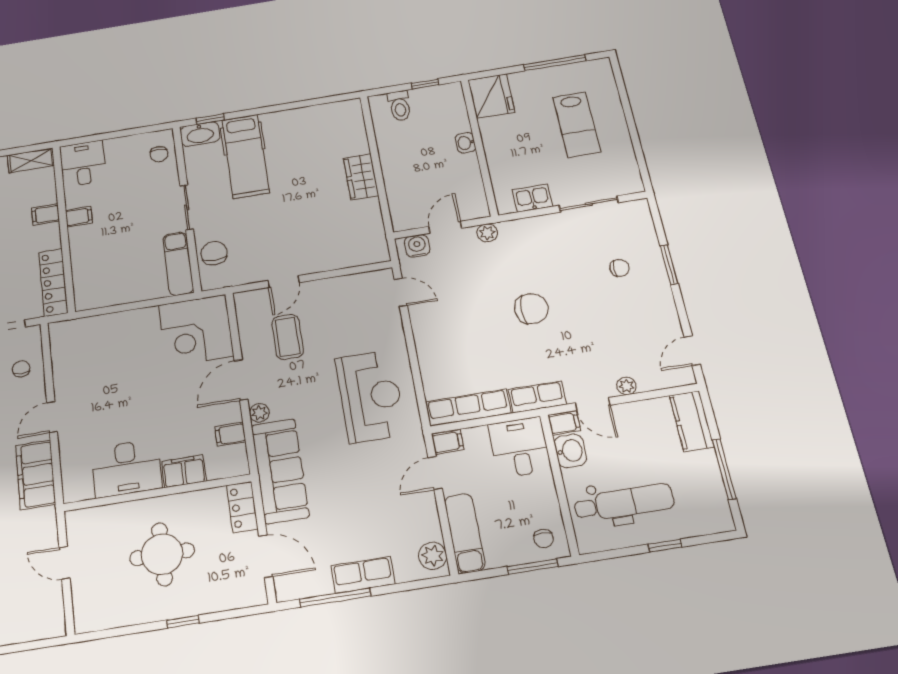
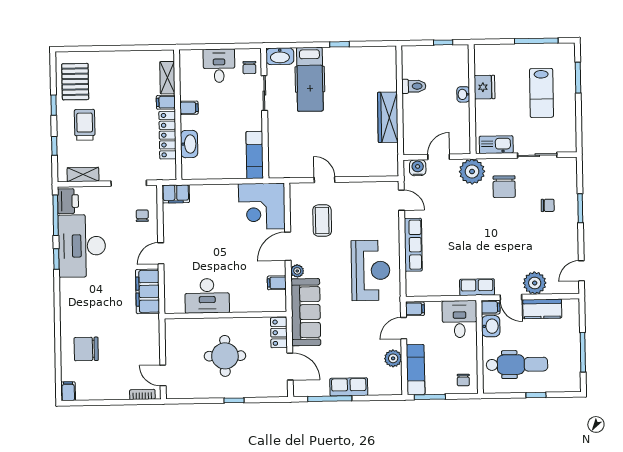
fridge: (491, 96) -> (484, 87), moved, width x0.73, depth x0.75
window: (624, 98) -> (578, 78), added
toilet: (400, 106) -> (414, 86), moved, turned -90
window: (210, 119) -> (340, 44), moved
shelving: (31, 160) -> (167, 78), moved, turned 90
desk: (83, 164) -> (219, 66), moved
wardrobe: (361, 177) -> (388, 117), width x1.50
kitchen sink: (532, 198) -> (496, 145), width x1.38
sliding door: (187, 207) -> (264, 93), moved
plant: (487, 233) -> (472, 172), width x1.87, depth x1.87
chair: (214, 253) -> (280, 151), removed
washbasin: (83, 263) -> (189, 144), added
door: (284, 282) -> (324, 180), swing flipped
locker: (53, 283) -> (168, 135), moved
chair: (531, 309) -> (504, 187), moved, turned 90
plant: (627, 386) -> (535, 283), width x1.88, depth x1.88
row of seats: (468, 408) -> (413, 245), moved, turned 90
kitchen counter: (692, 421) -> (542, 309), moved, turned -90
filing cabinet: (184, 471) -> (176, 194), moved, turned 180
plant: (433, 556) -> (393, 358), moved
door: (65, 563) -> (163, 375), moved
window: (532, 567) -> (430, 397), moved
bookcase: (37, 633) -> (142, 394), added

